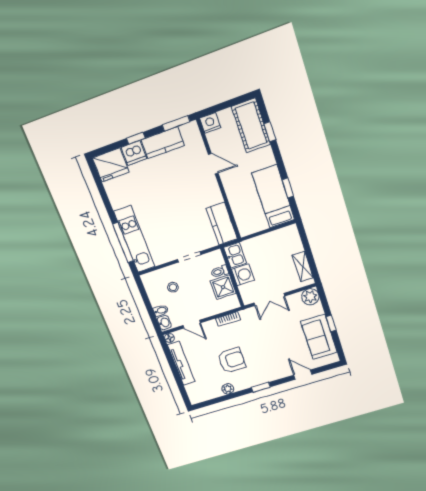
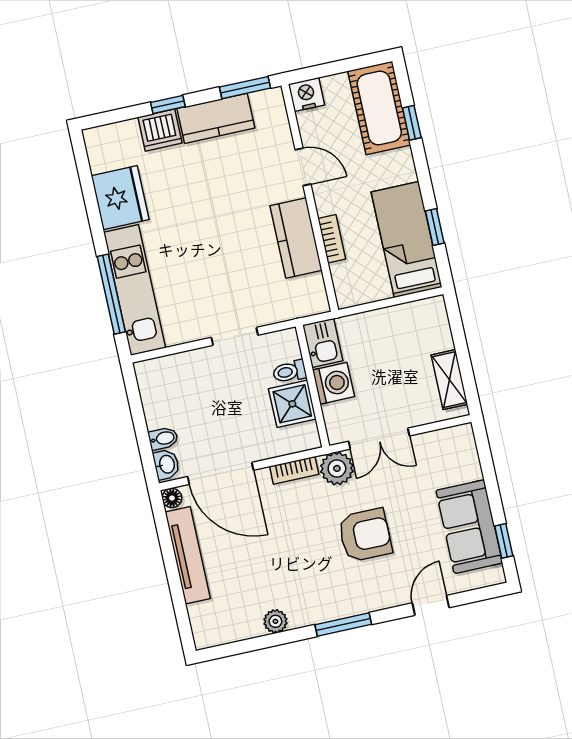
fridge: (111, 165) -> (120, 198), moved, turned -90
bookcase: (233, 201) -> (332, 239), added
kitchen counter: (222, 224) -> (296, 238), moved
stool: (173, 287) -> (194, 393), removed
plant: (310, 297) -> (337, 468), moved
window: (331, 323) -> (504, 541), moved
door: (192, 324) -> (221, 473), width x1.88
armchair: (232, 360) -> (365, 535), moved
door: (303, 375) -> (431, 605), hinge flipped
window: (261, 387) -> (343, 624), width x1.50

